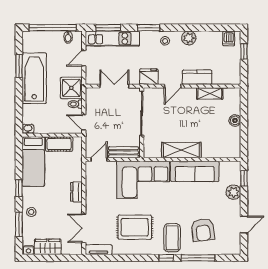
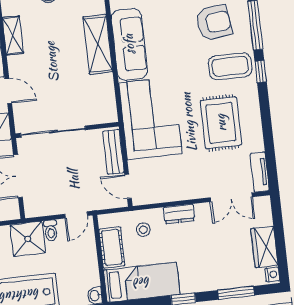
shelving: (181, 150) -> (98, 44), moved
stool: (31, 212) -> (143, 230), moved

